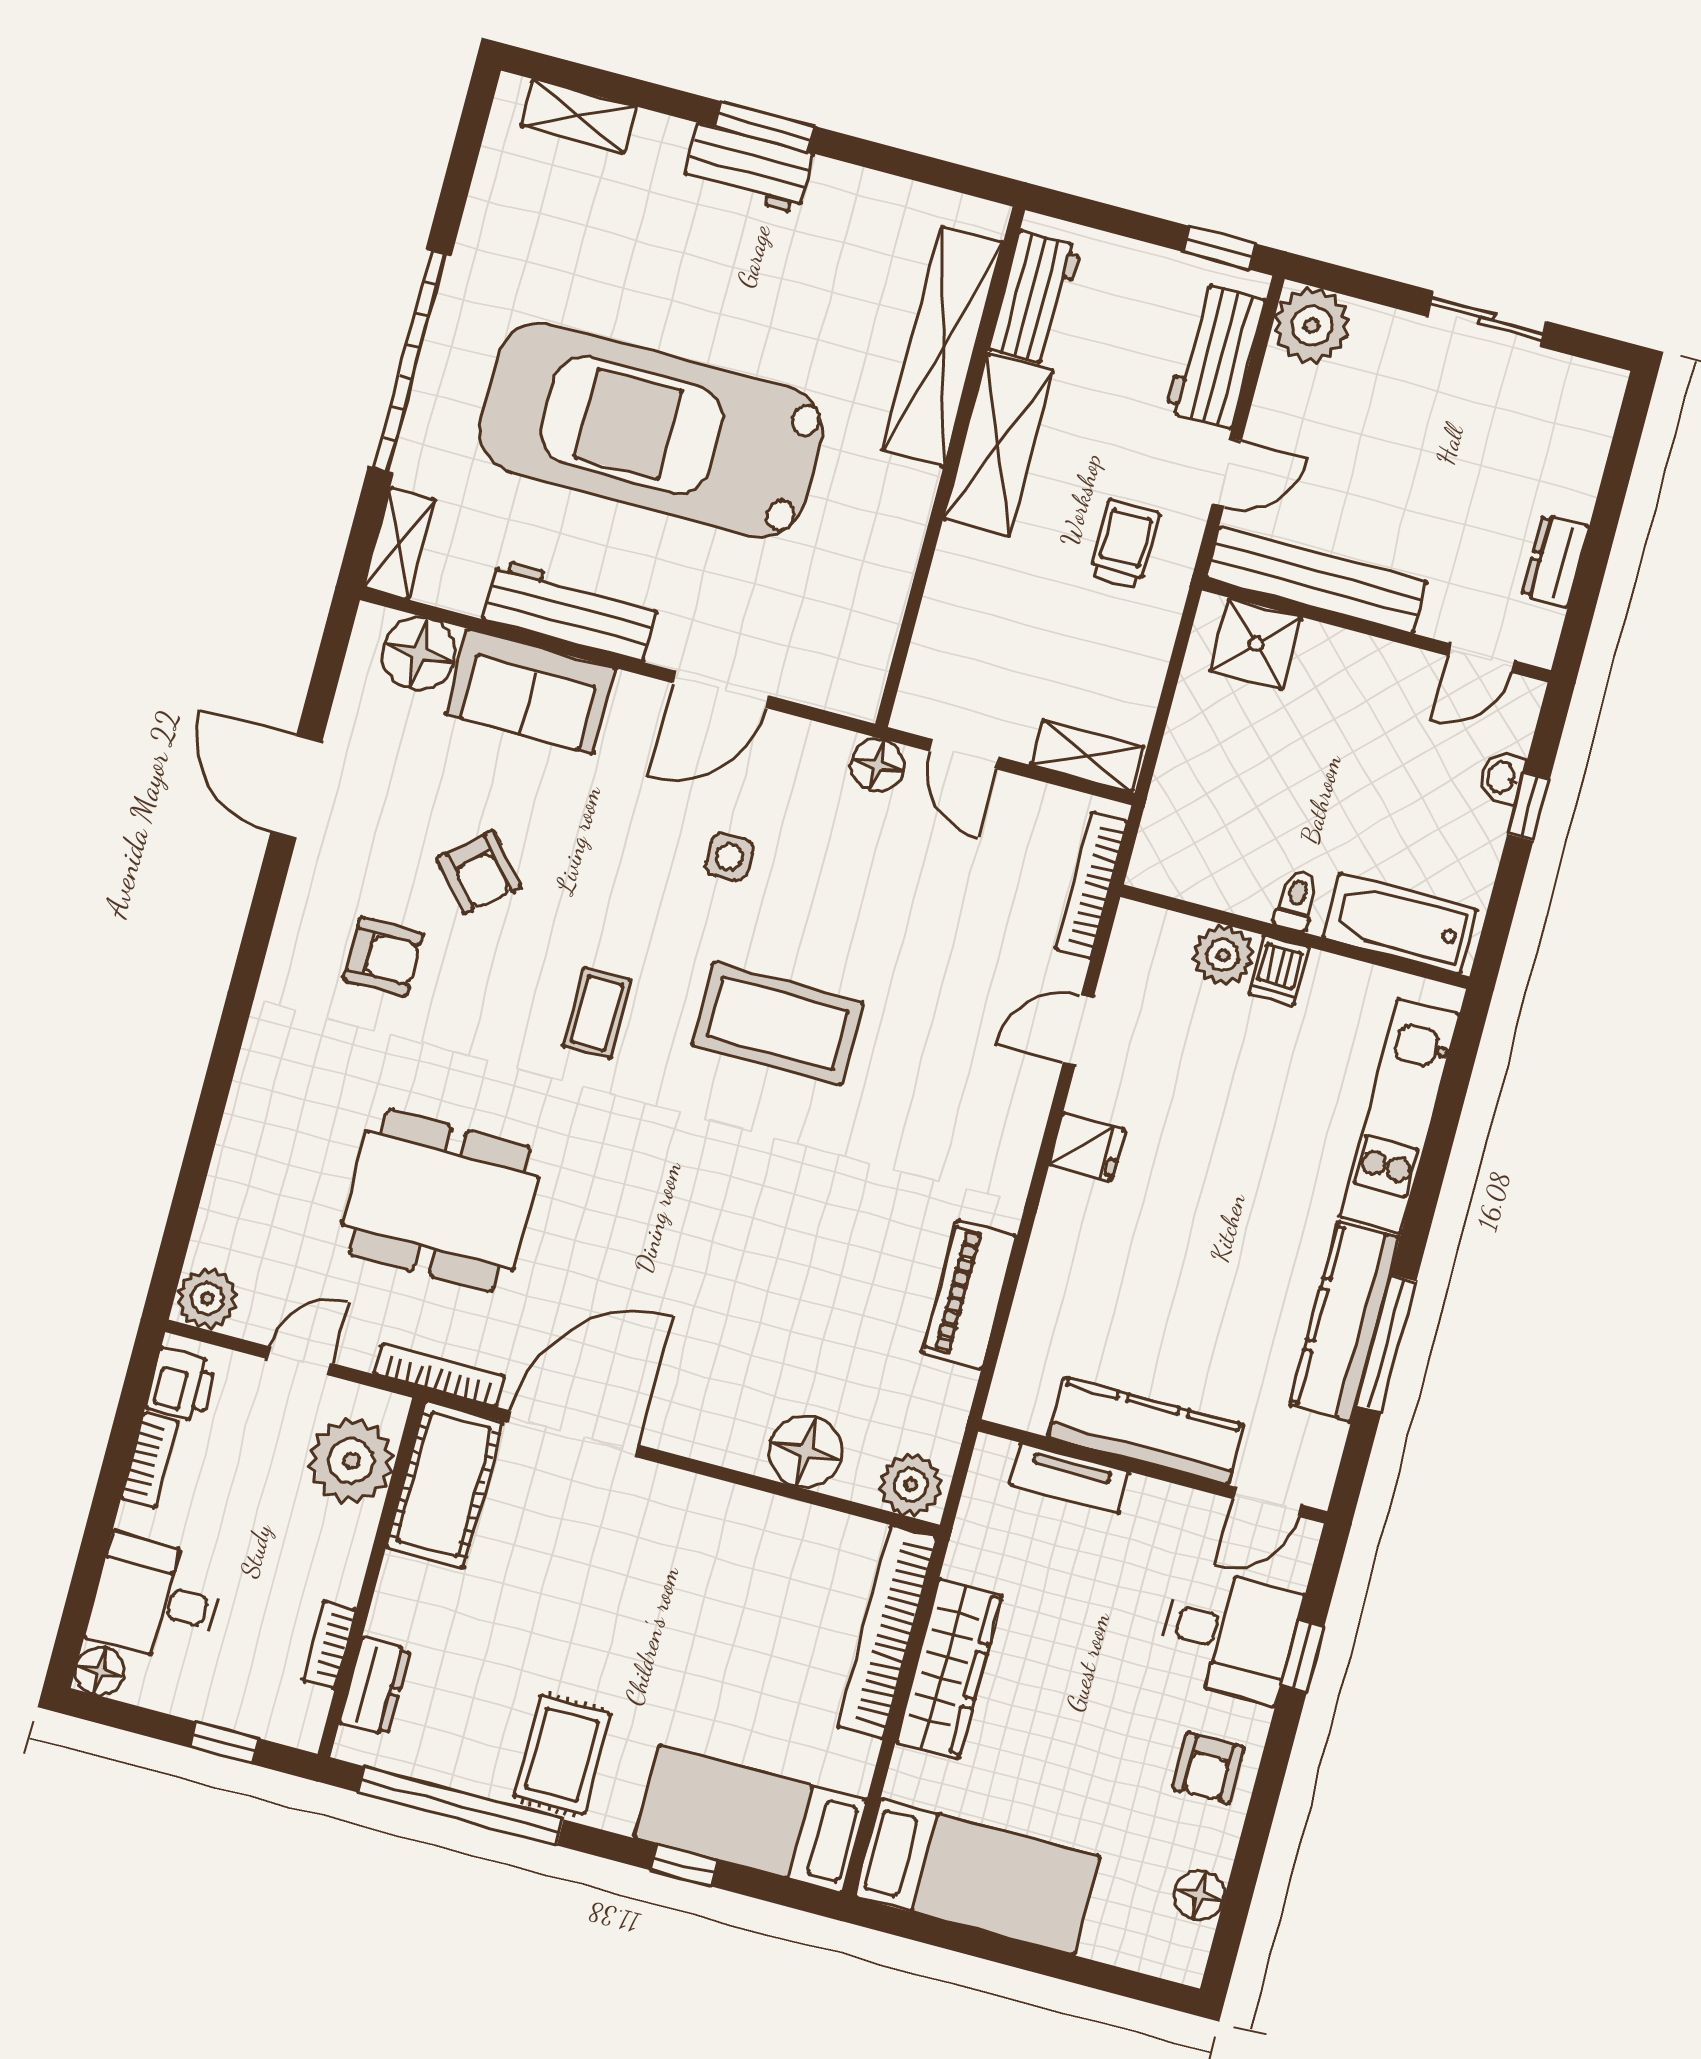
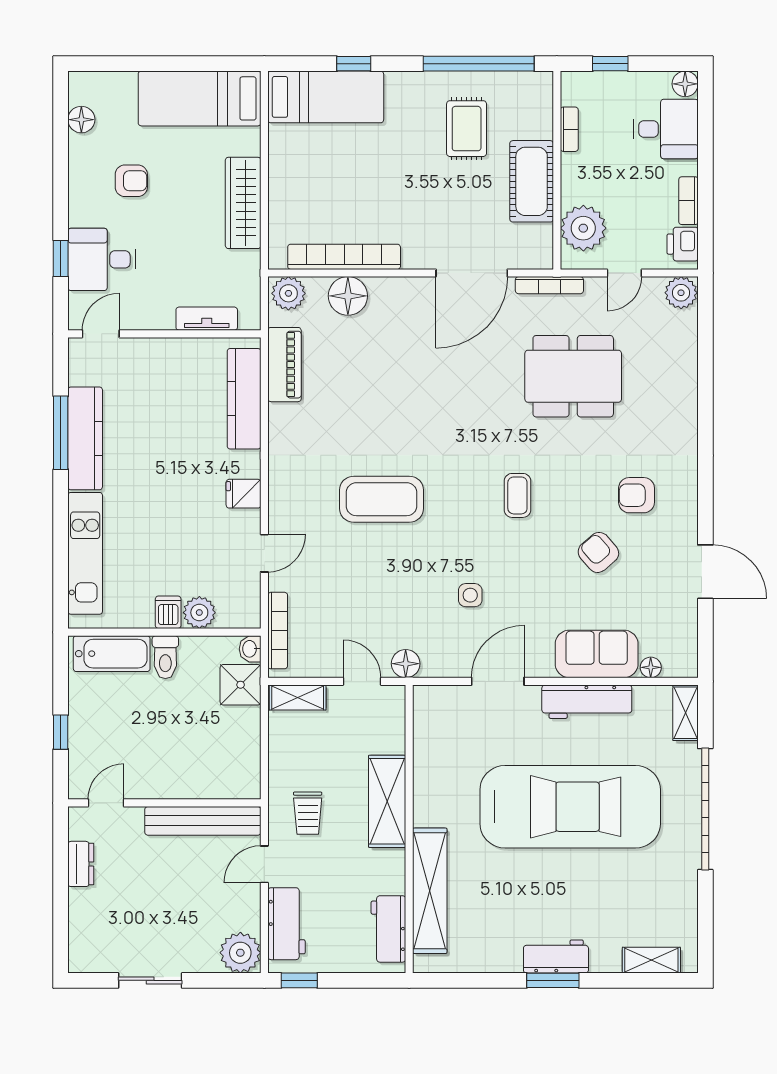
shelving: (998, 445) -> (387, 801), moved
shower: (1256, 644) -> (241, 685), moved
floor lamp: (419, 653) -> (651, 667), width x0.53, depth x0.53
washbasin: (1502, 777) -> (250, 649), moved, turned 180
toilet: (1296, 900) -> (165, 657), width x1.37, depth x1.39
coffee table: (778, 1023) -> (382, 499), moved
piano: (969, 1295) -> (284, 365), moved
kitchen counter: (1146, 1431) -> (244, 399), moved, turned 90
cot: (444, 1485) -> (532, 181), moved
bookcase: (887, 1632) -> (344, 257), moved, turned -90
dresser: (375, 1686) -> (540, 114), removed
rug: (562, 1755) -> (467, 129), moved
armchair: (1208, 1768) -> (131, 181), moved, turned 90

